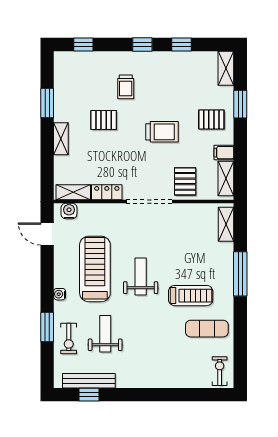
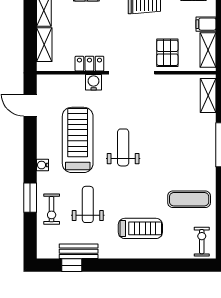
shelving: (73, 192) -> (44, 45), moved, turned 90
water cooler: (69, 211) -> (94, 82), moved
treadmill: (191, 296) -> (140, 228), moved
bench: (89, 381) -> (79, 251), width x0.73

